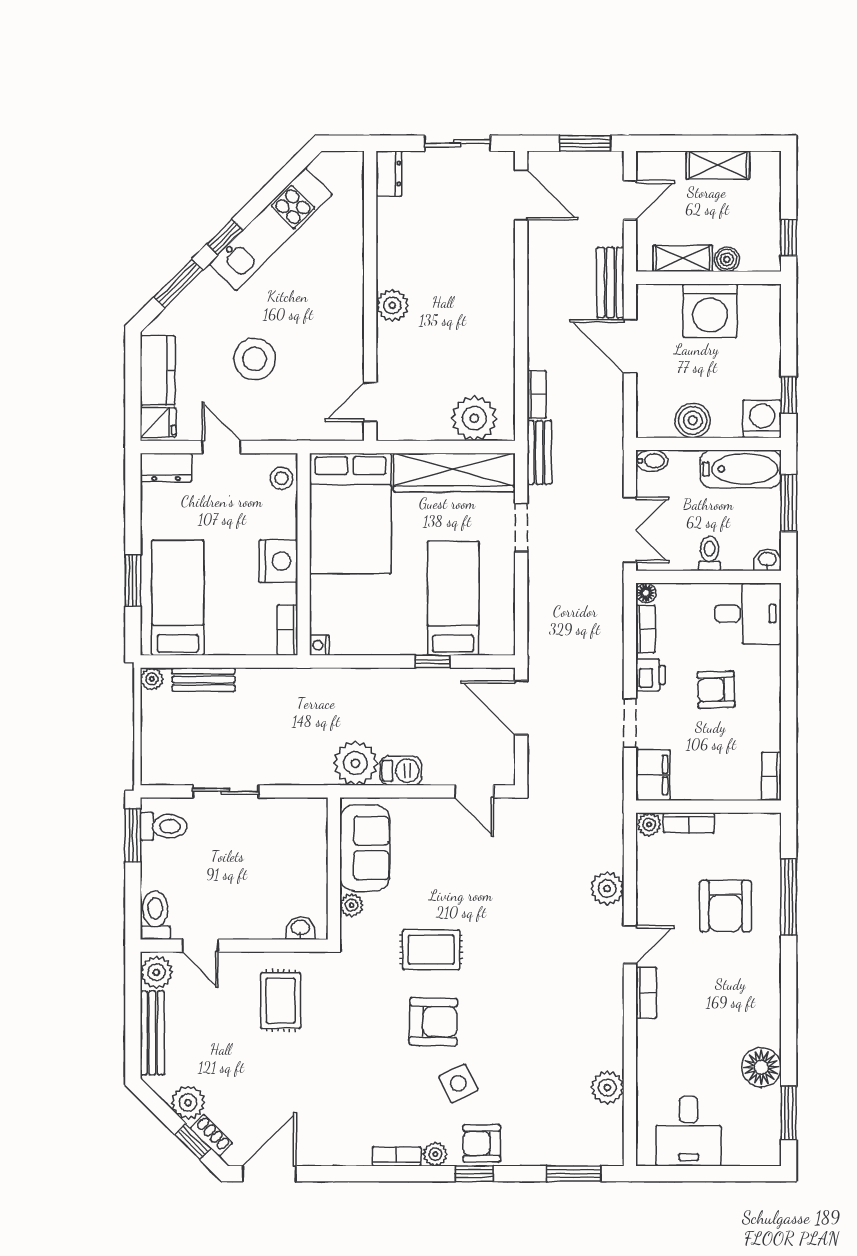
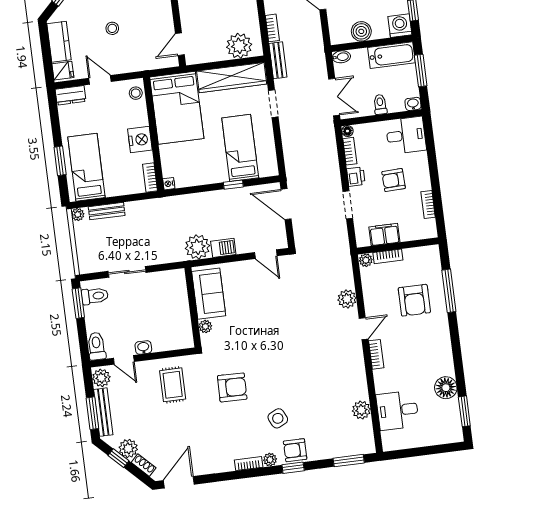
stool: (255, 359) -> (112, 28), width x0.53, depth x0.53
filing cabinet: (653, 775) -> (384, 234), moved, turned -90
bookcase: (771, 776) -> (428, 205), moved
washbasin: (300, 928) -> (143, 347), moved
rug: (431, 950) -> (253, 346), removed
armchair: (433, 1022) -> (232, 387), moved
window: (133, 1032) -> (92, 413), added
desk: (689, 1131) -> (397, 410), moved, turned 90
window: (193, 1142) -> (119, 458), moved

